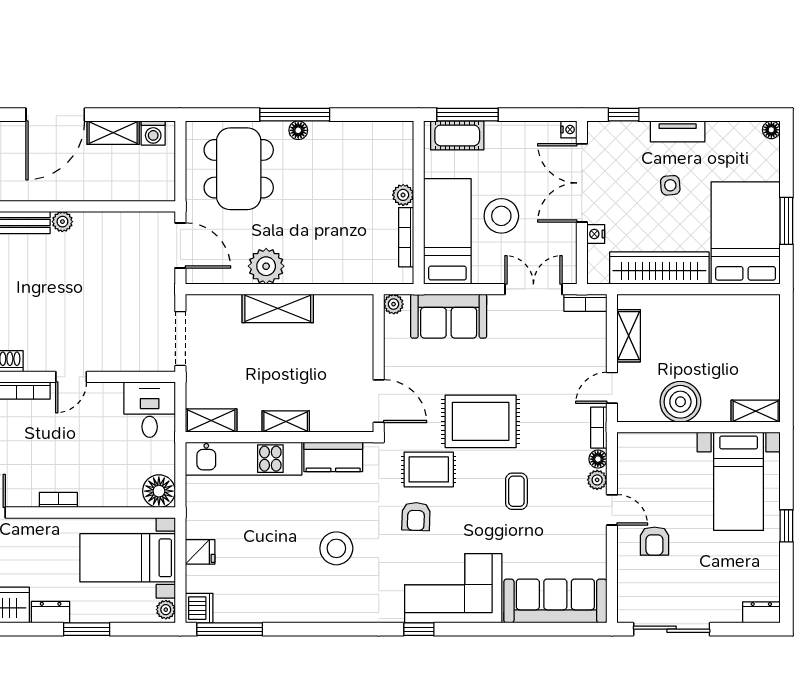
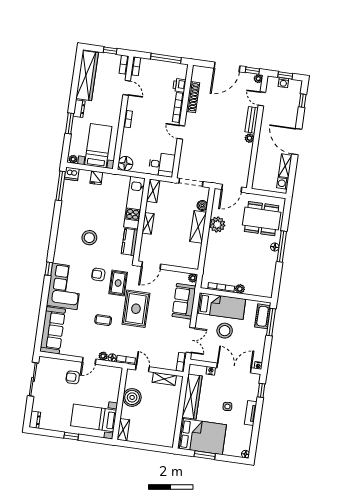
boiler: (228, 306) -> (202, 206), added

